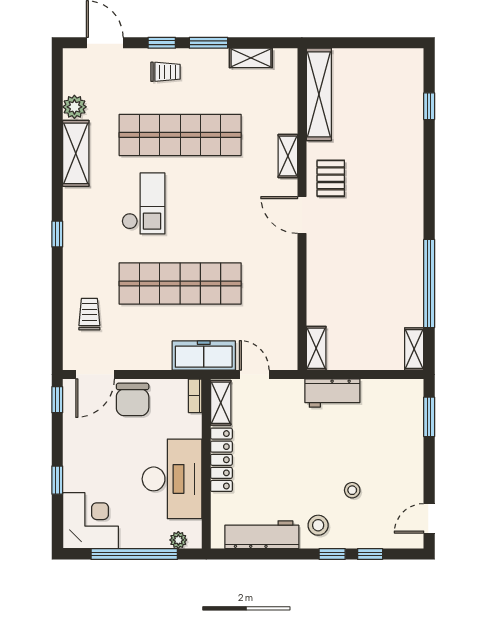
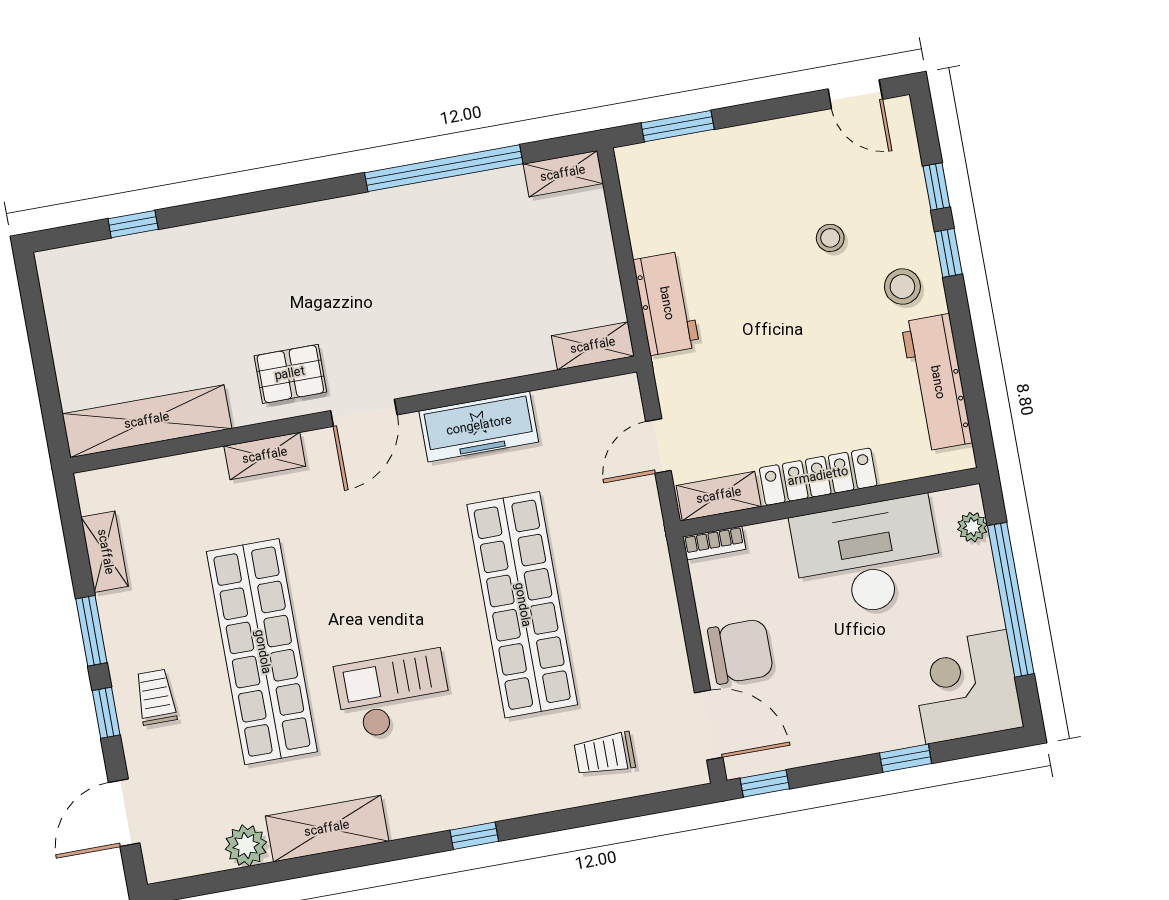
freezer: (204, 356) -> (479, 426), moved, turned -90

